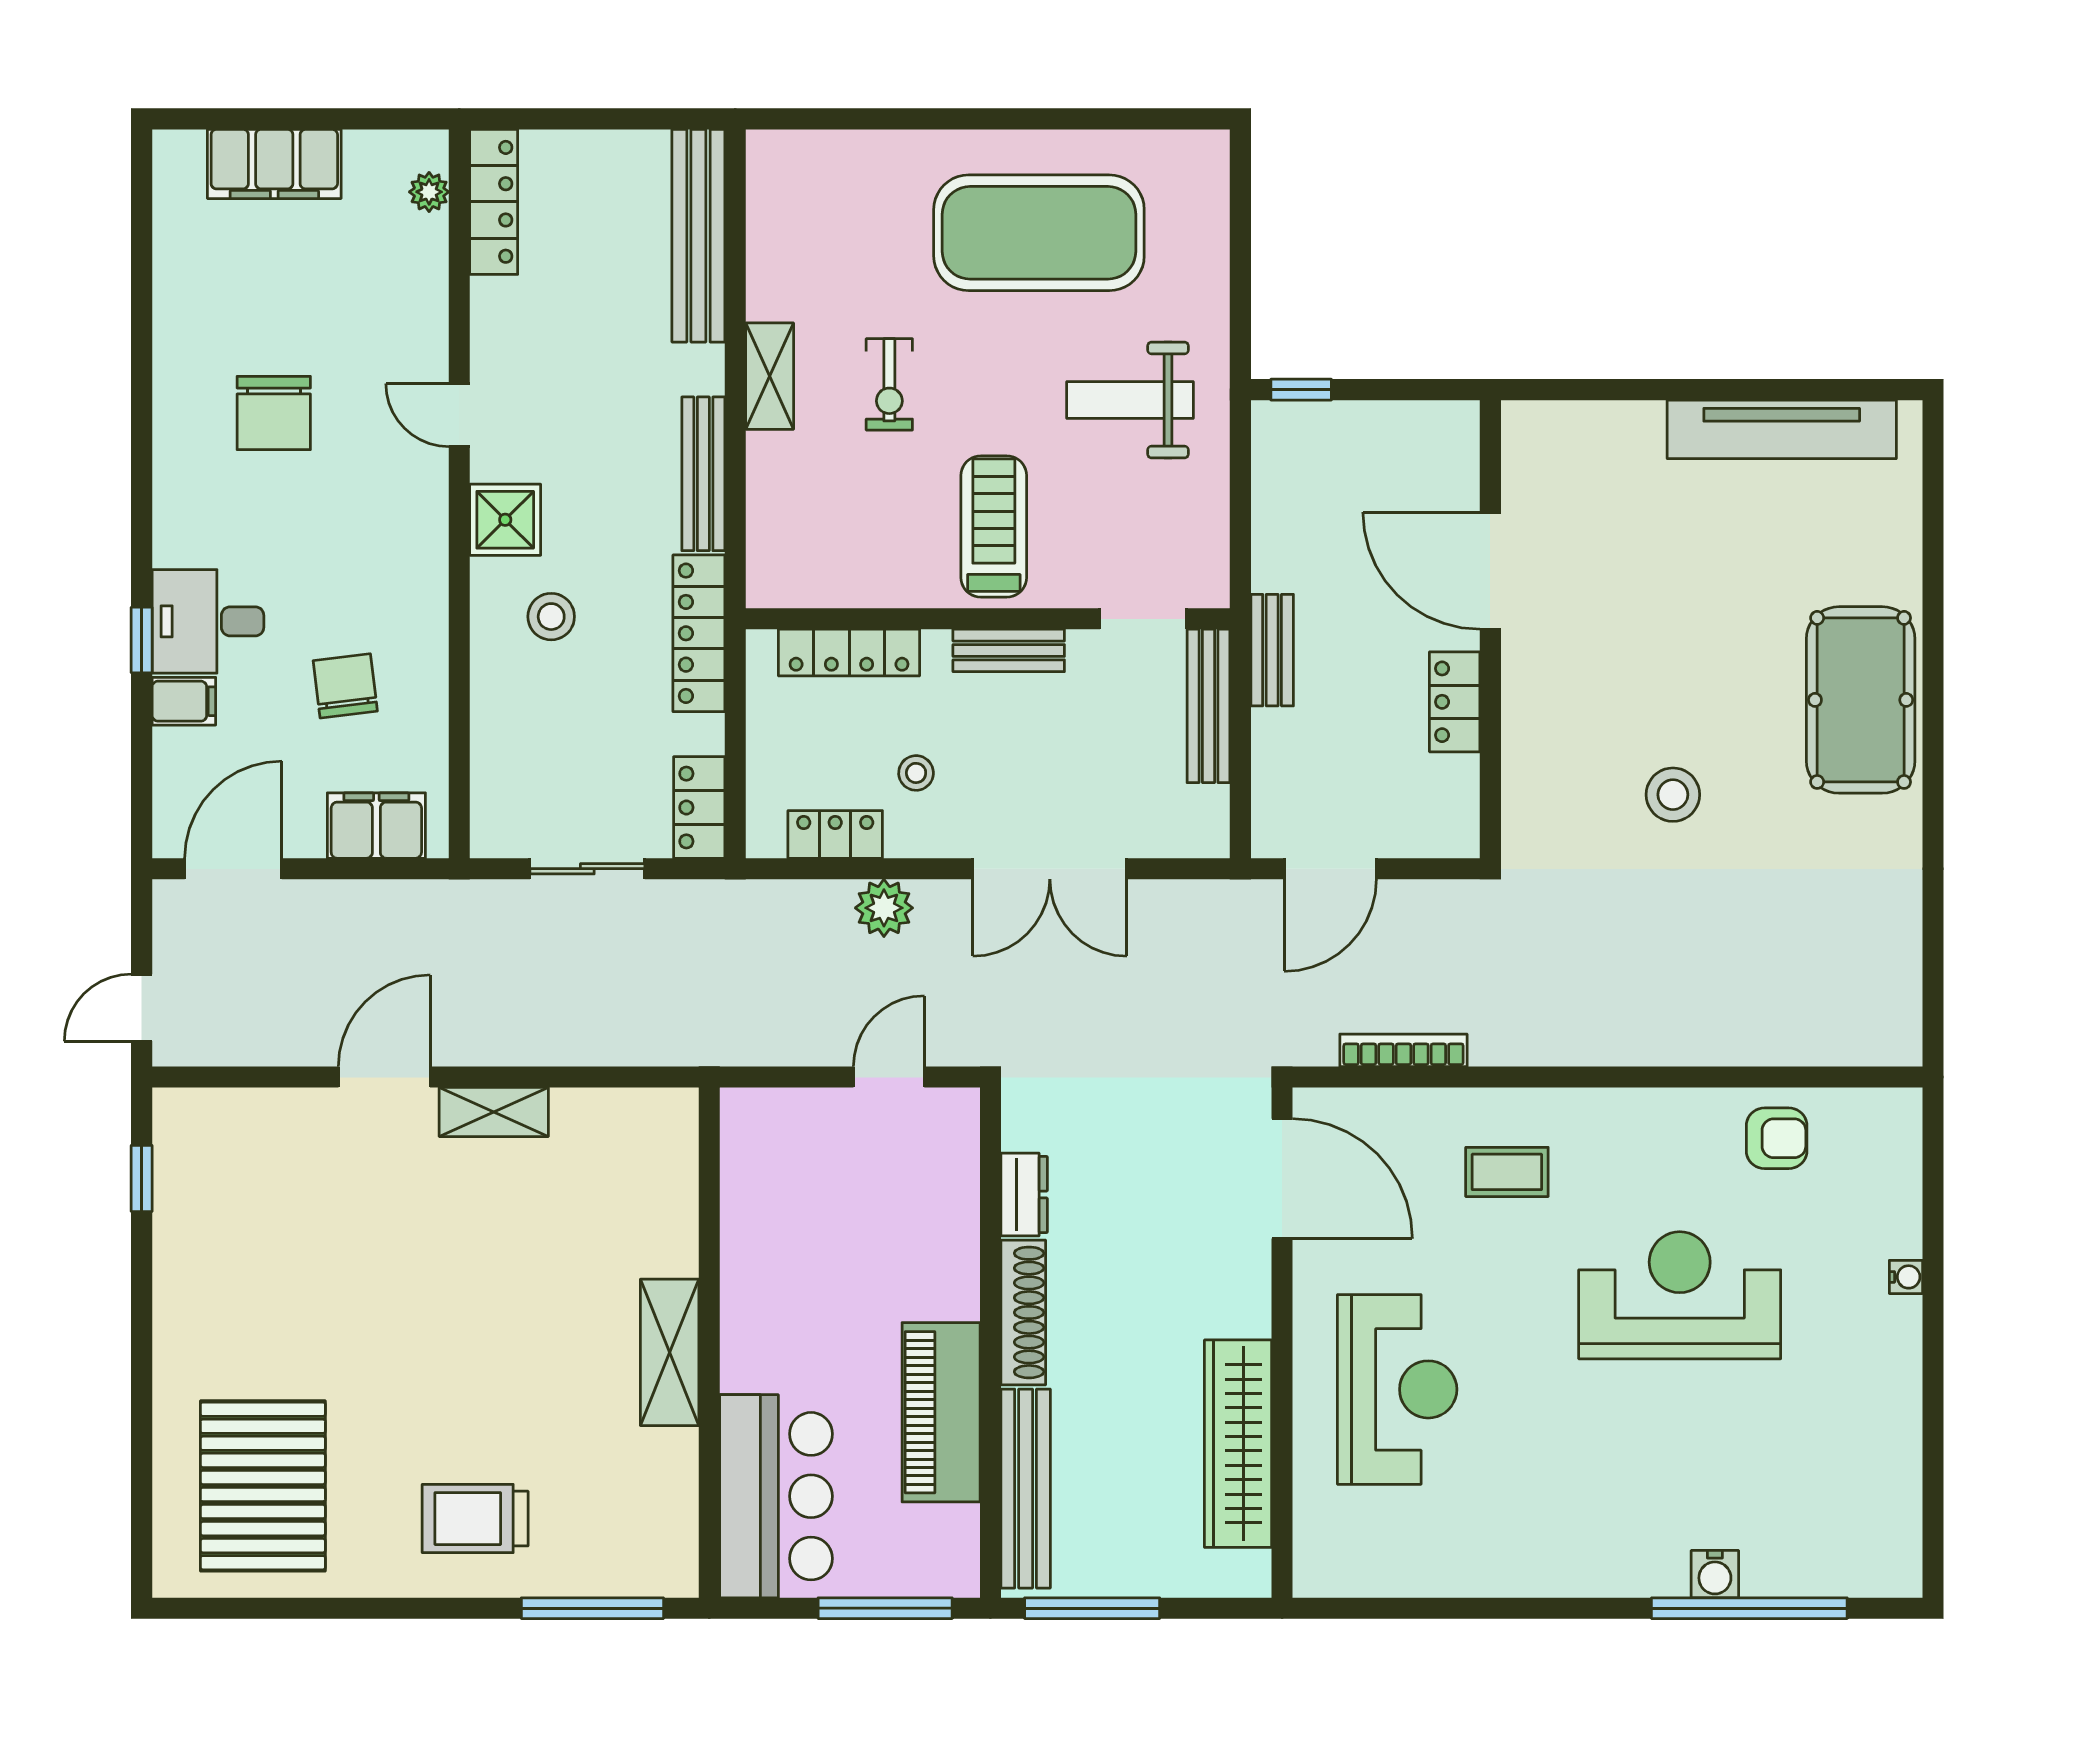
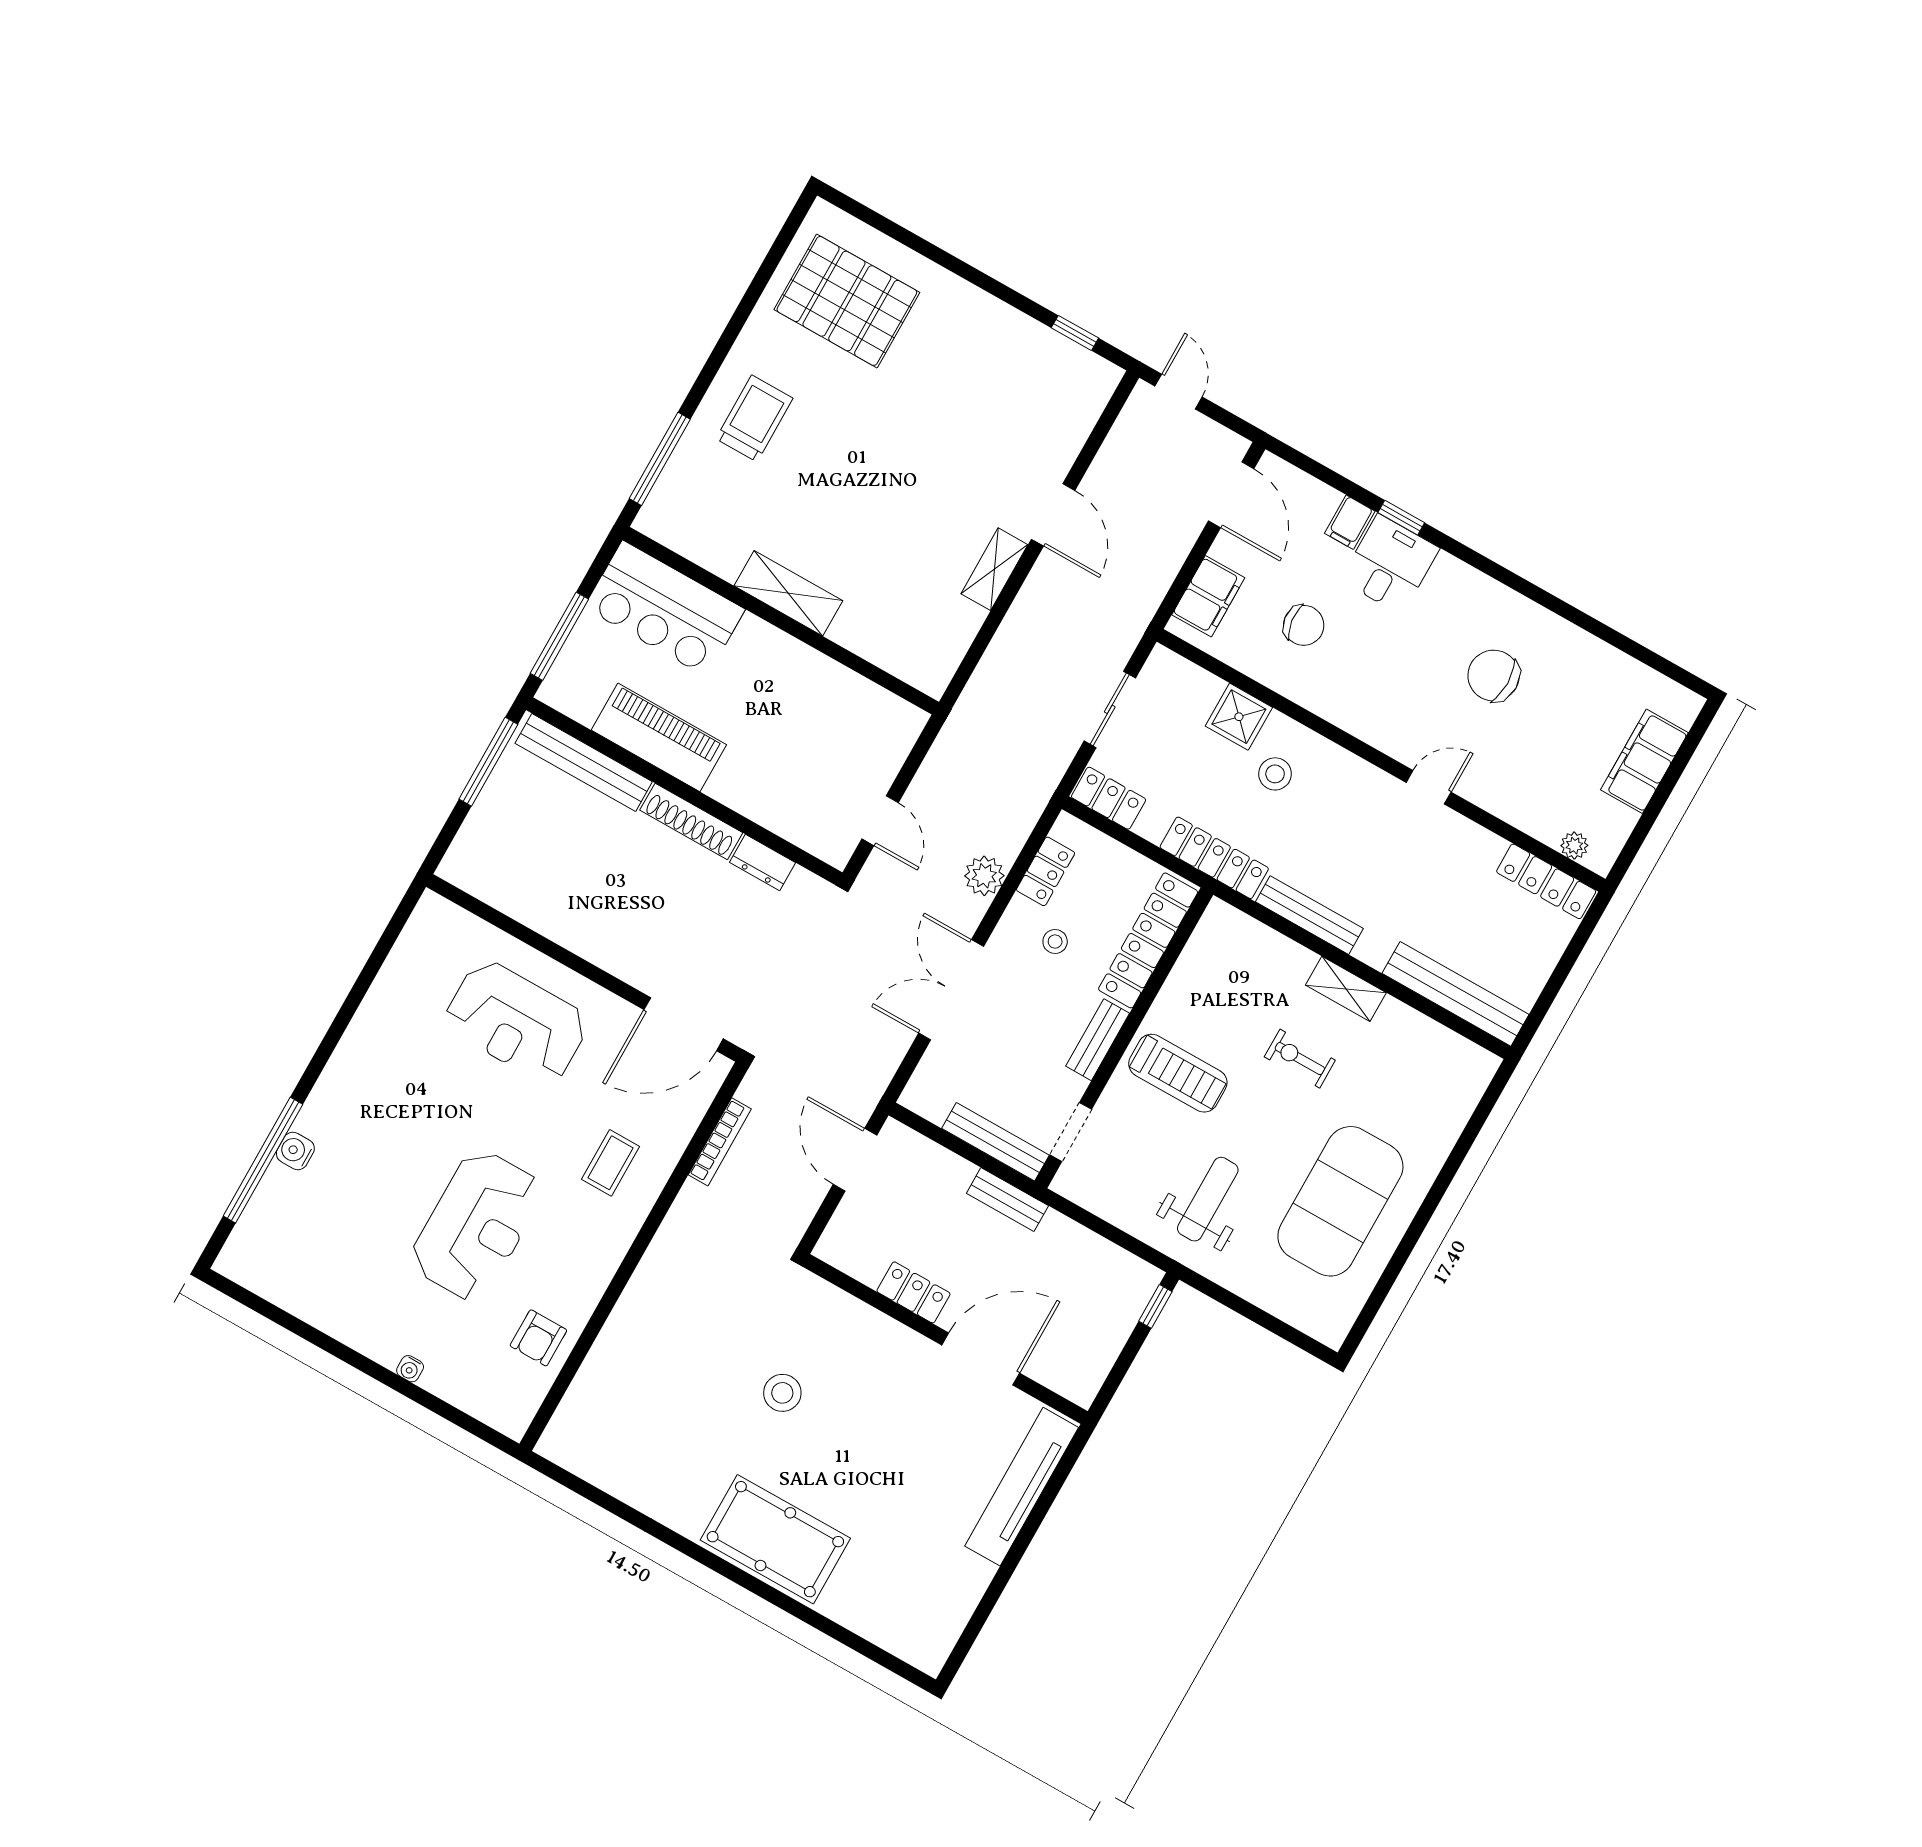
tv unit: (1782, 429) -> (1022, 1487), moved
shower: (505, 520) -> (1239, 717), moved
locker: (849, 653) -> (1148, 940), width x1.41, depth x1.21
wardrobe: (1238, 1444) -> (538, 907), removed

